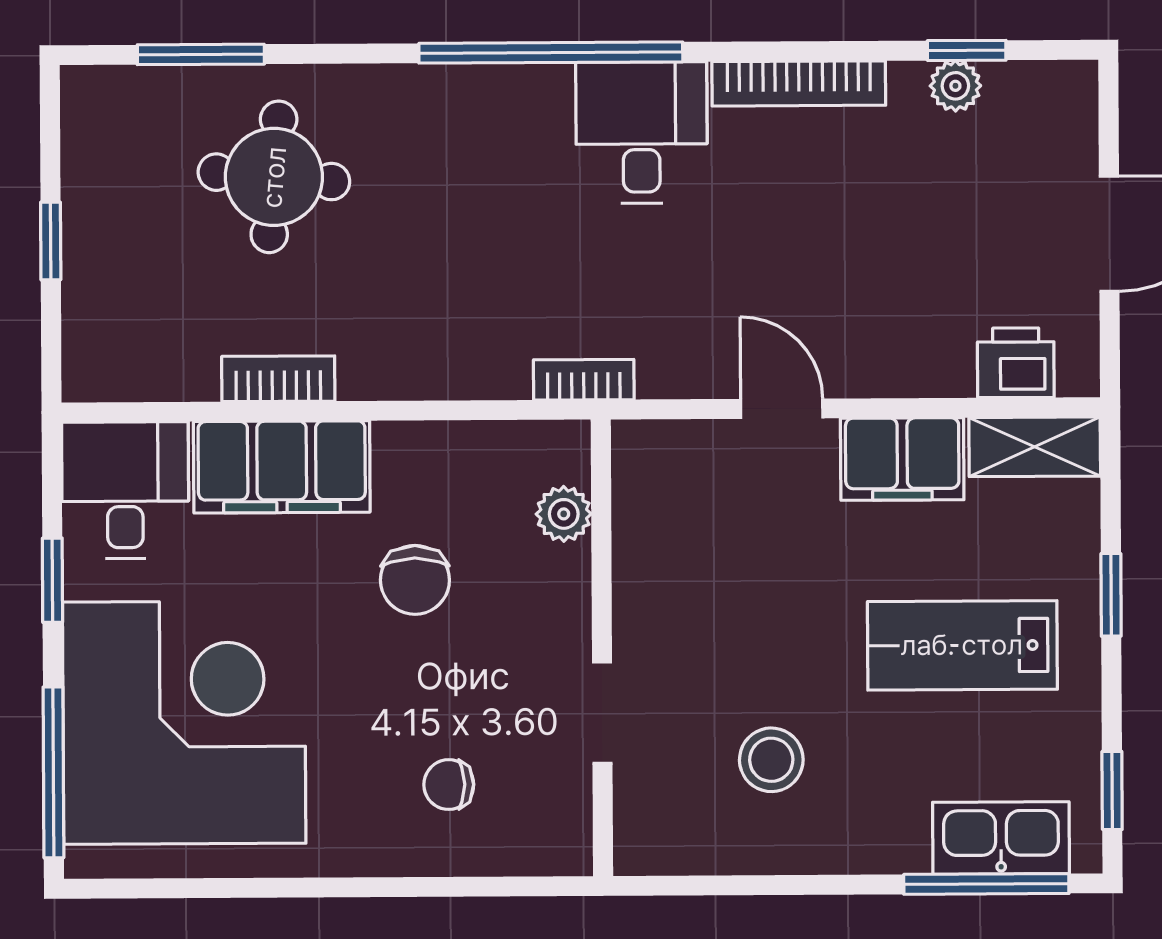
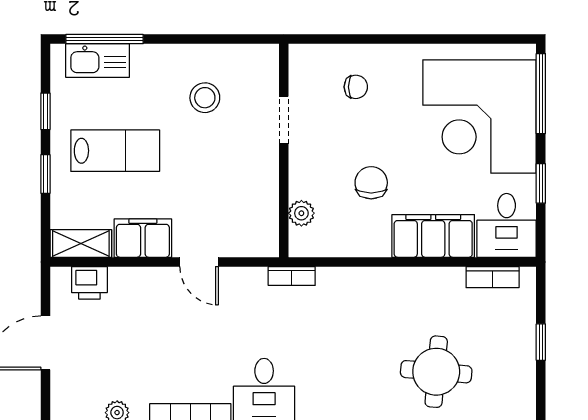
bookcase: (278, 379) -> (493, 277), moved
window: (1112, 790) -> (45, 111), moved

